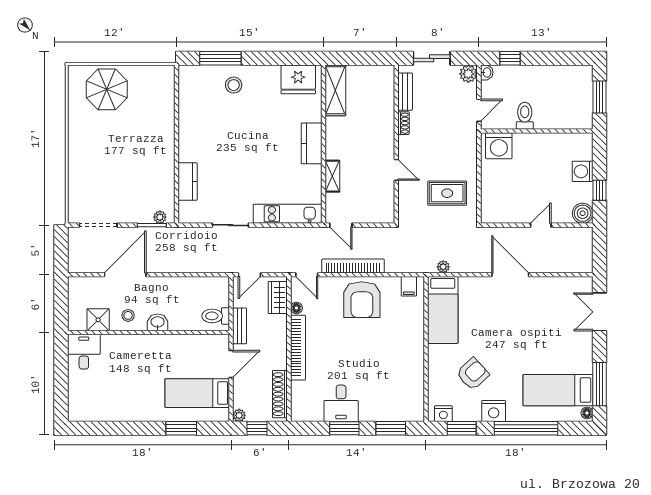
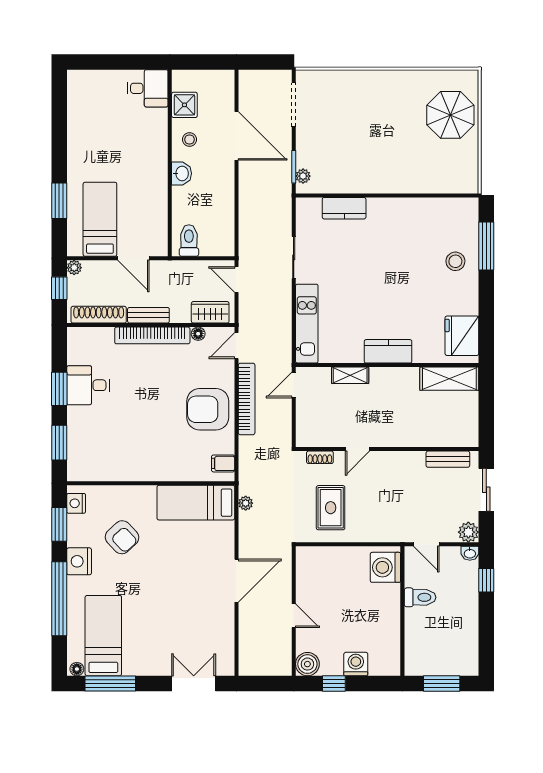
shoe rack: (403, 123) -> (320, 457), moved
bench: (240, 326) -> (148, 315), moved

